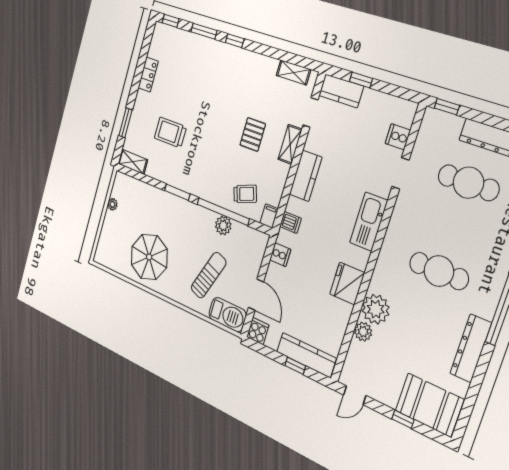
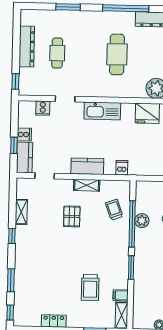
window: (235, 41) -> (12, 236), moved
shelving: (293, 72) -> (21, 212), moved
pallet: (253, 134) -> (72, 216), turned 90
shelving: (290, 144) -> (87, 185), moved
cafe table: (468, 183) -> (57, 53), width x0.73, depth x0.74
filing cabinet: (269, 216) -> (121, 295), moved
cooker: (280, 255) -> (24, 135), moved, turned 90

